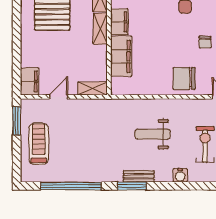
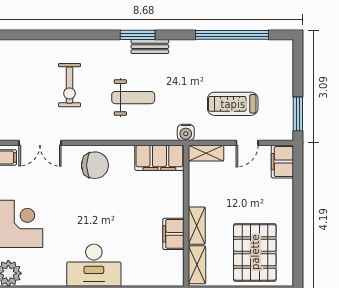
chair: (205, 42) -> (70, 209), removed
filing cabinet: (121, 56) -> (159, 158), moved, turned -90
treadmill: (39, 144) -> (233, 104), moved, turned 90
water cooler: (180, 175) -> (186, 132), moved, turned 180
window: (132, 186) -> (138, 35), moved

